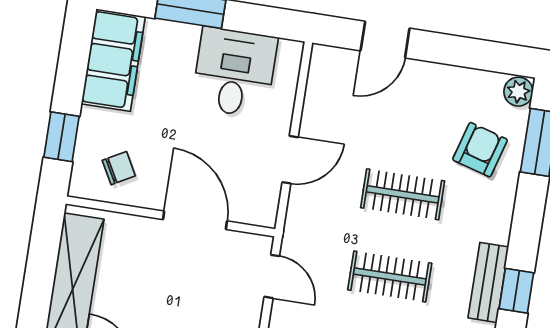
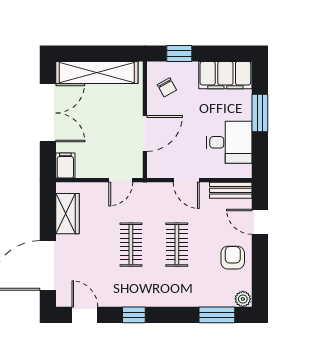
armchair: (480, 150) -> (233, 258), moved, turned -106
bench: (488, 282) -> (231, 190), moved

